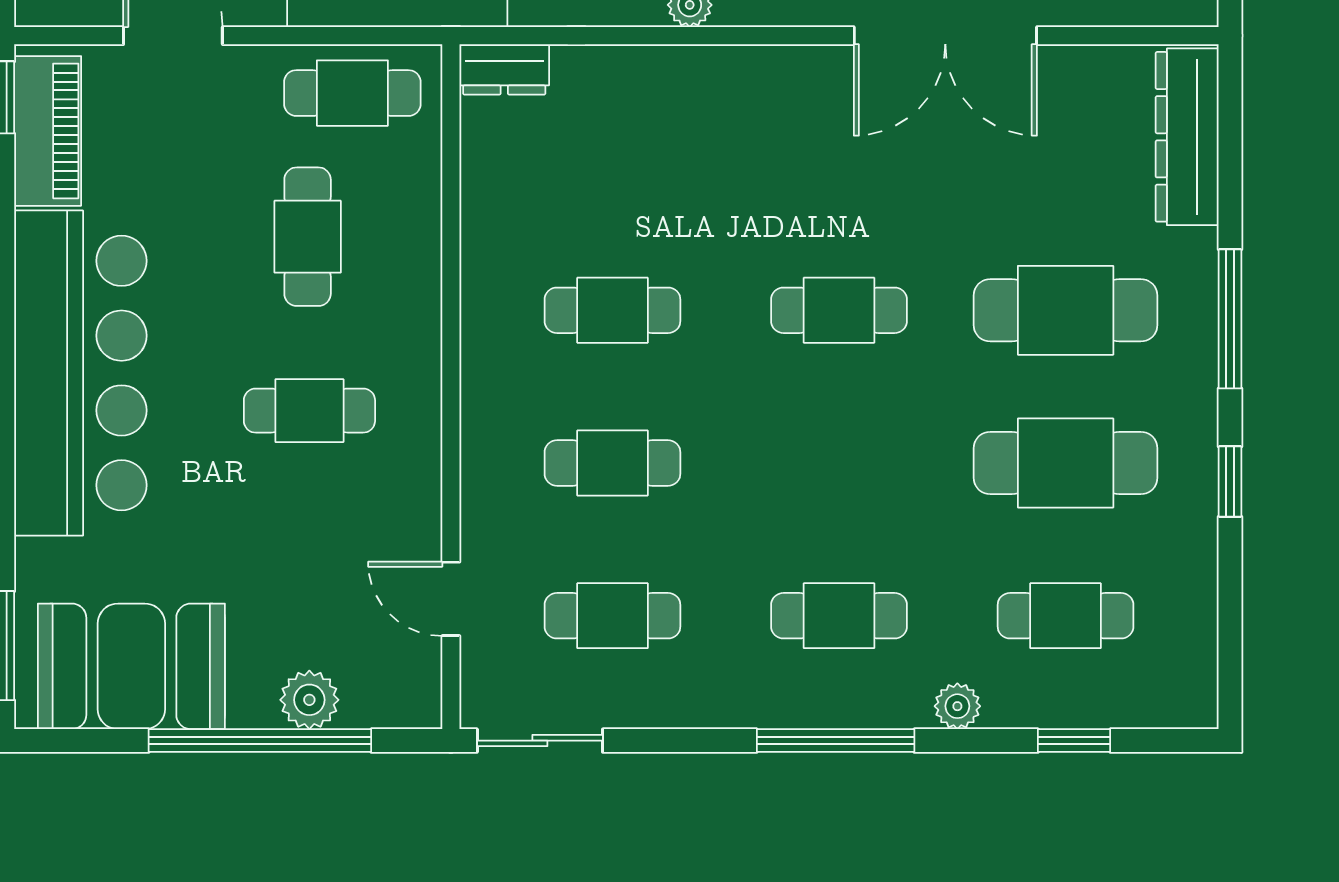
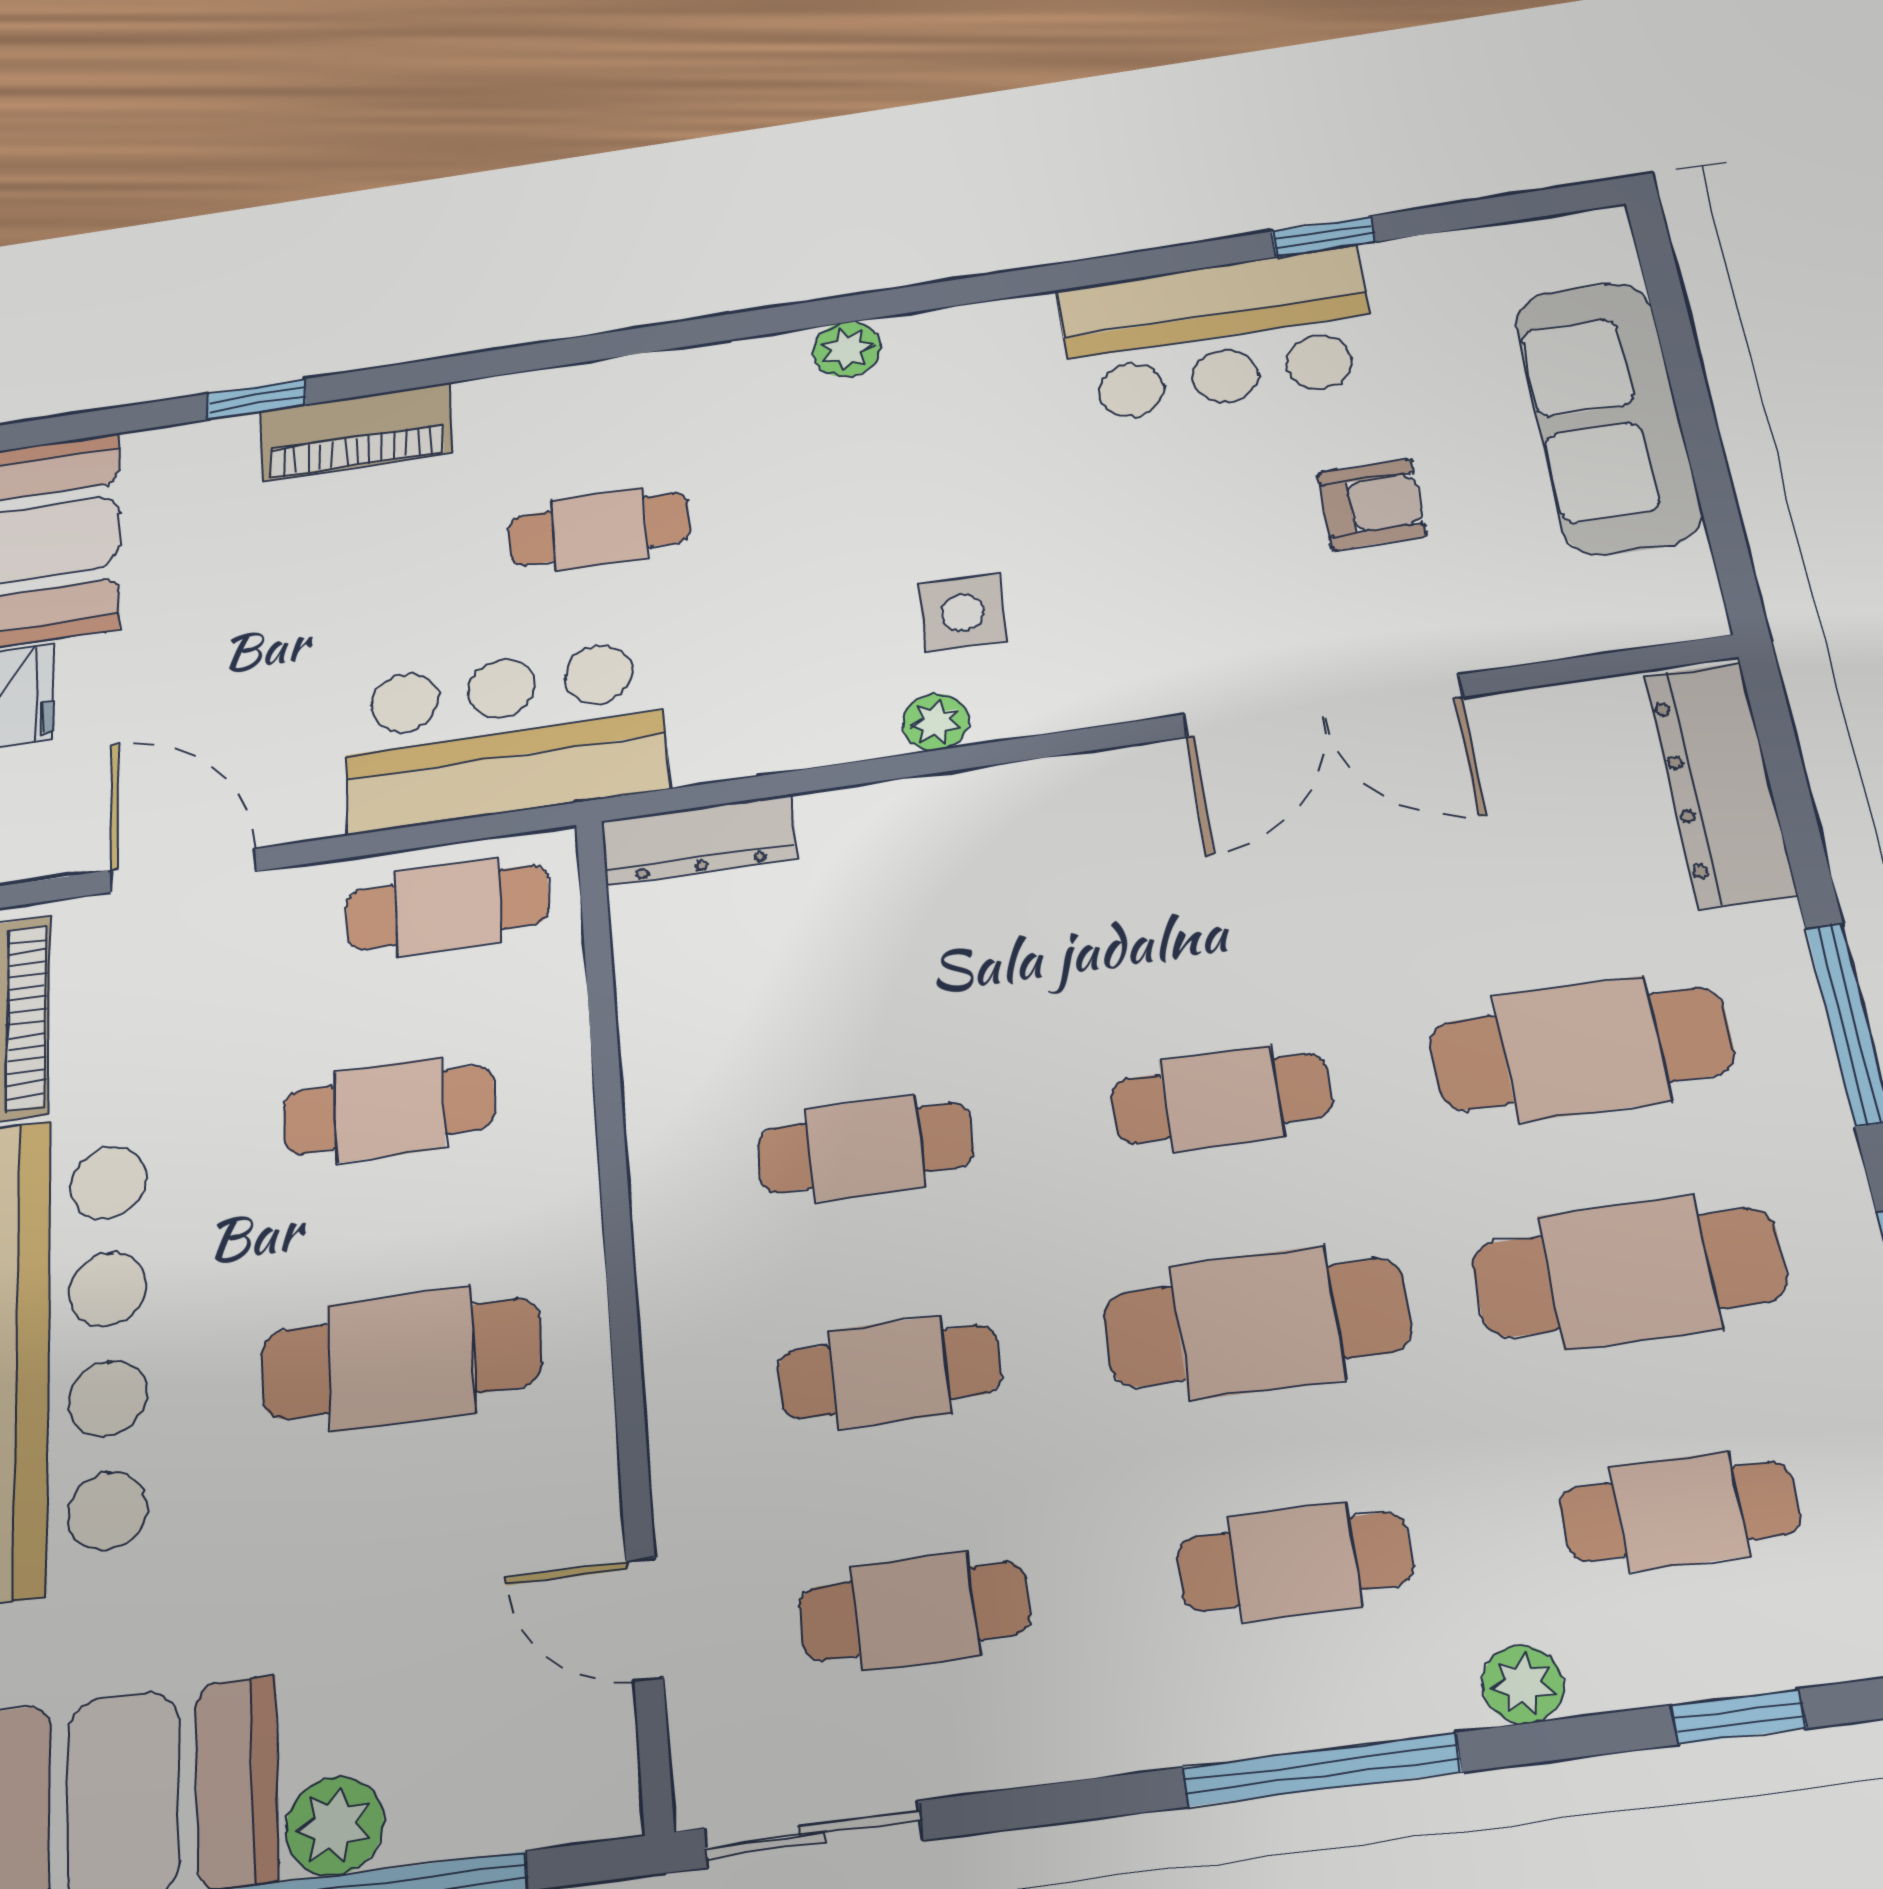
dresser: (504, 69) -> (699, 840), width x1.44
cafe table: (308, 237) -> (389, 1110), turned 90
cafe table: (309, 411) -> (401, 1359), width x1.37, depth x1.35
cafe table: (839, 463) -> (1257, 1322), added
plant: (309, 700) -> (335, 1826), moved

